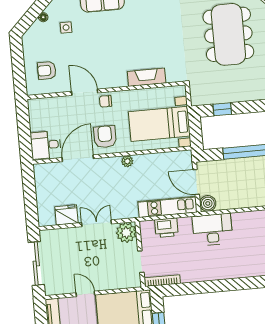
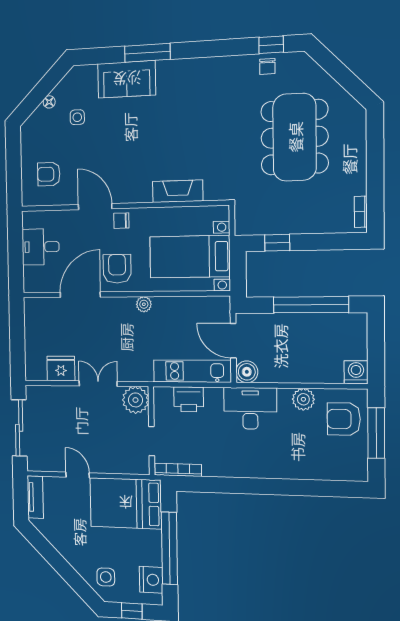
desk: (46, 145) -> (41, 247), moved
plant: (250, 219) -> (303, 399), added

